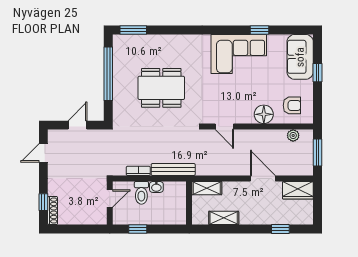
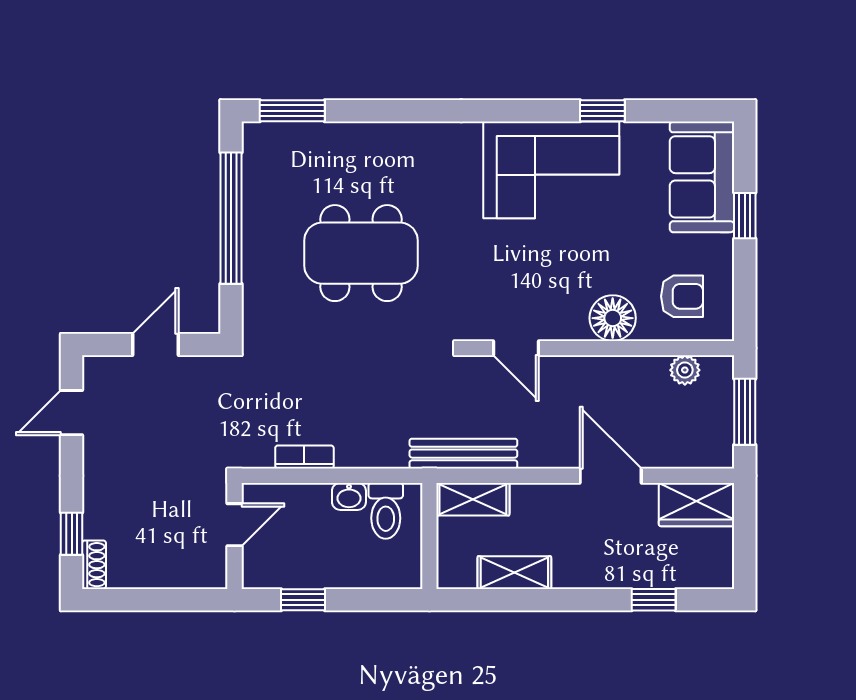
bench: (173, 170) -> (463, 454), moved
toilet: (141, 193) -> (386, 511), moved
shoe rack: (53, 210) -> (94, 565), width x0.70

